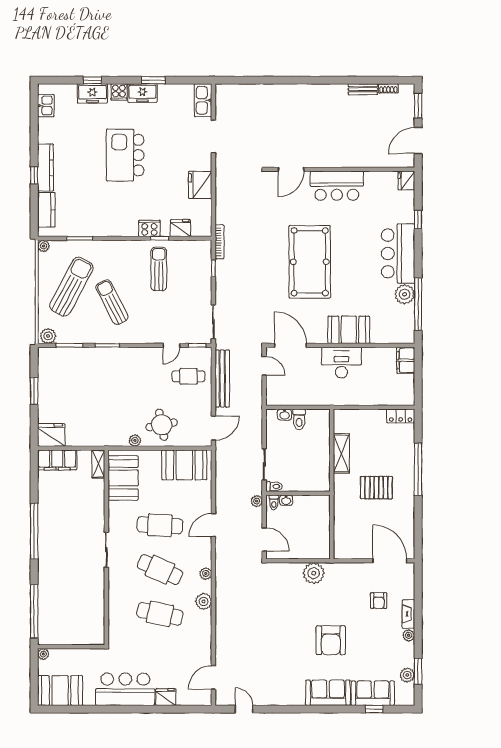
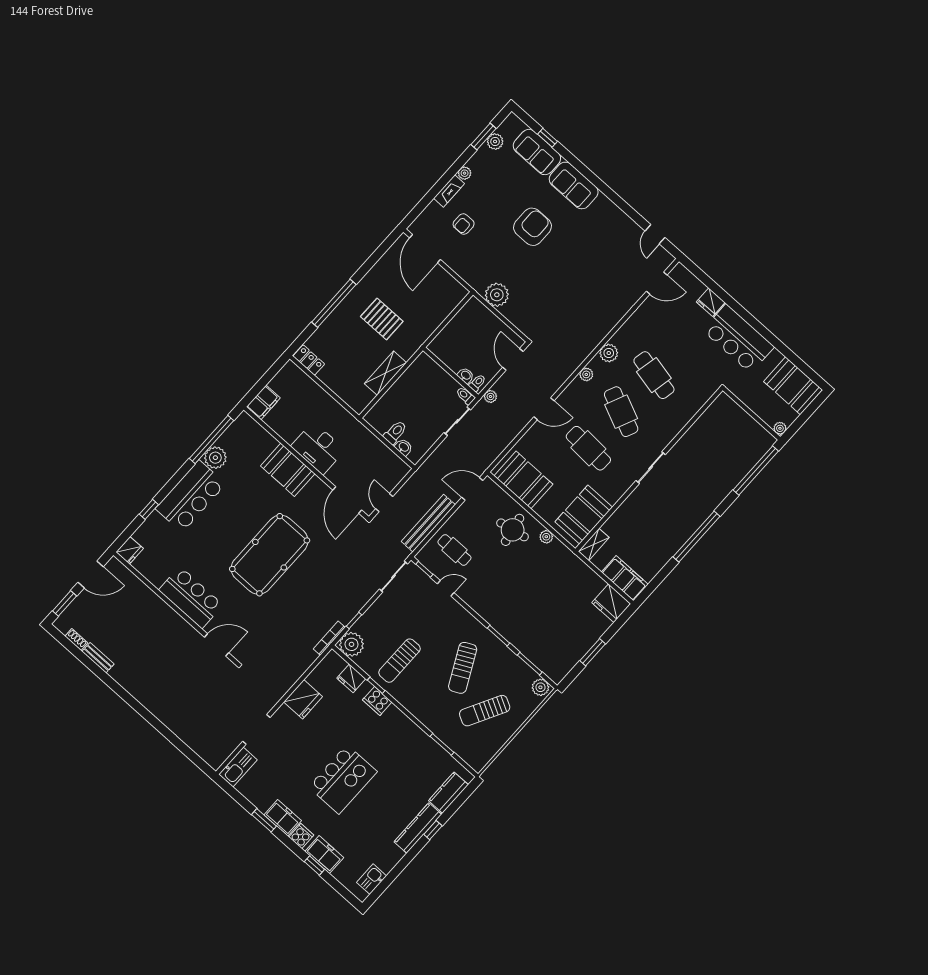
plant: (44, 246) -> (352, 644), moved, width x1.87, depth x1.87
sun lounger: (71, 287) -> (485, 711), width x0.73, depth x0.75
armchair: (379, 601) -> (464, 224), turned 180

